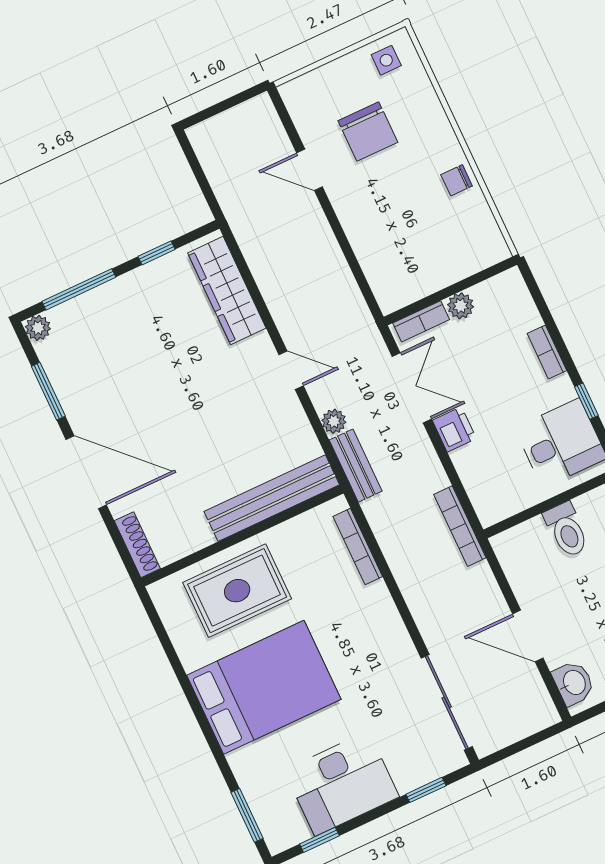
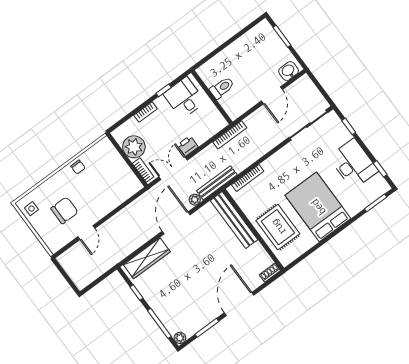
plant: (461, 306) -> (134, 147), width x1.88, depth x1.88
door: (291, 370) -> (176, 223), width x1.87
bench: (356, 466) -> (217, 183), width x1.36
shoe rack: (137, 545) -> (270, 273), width x0.70

